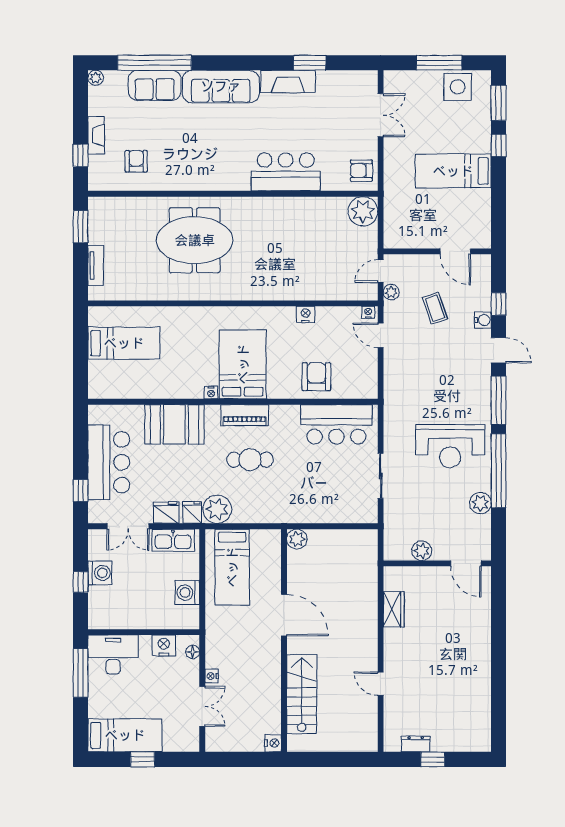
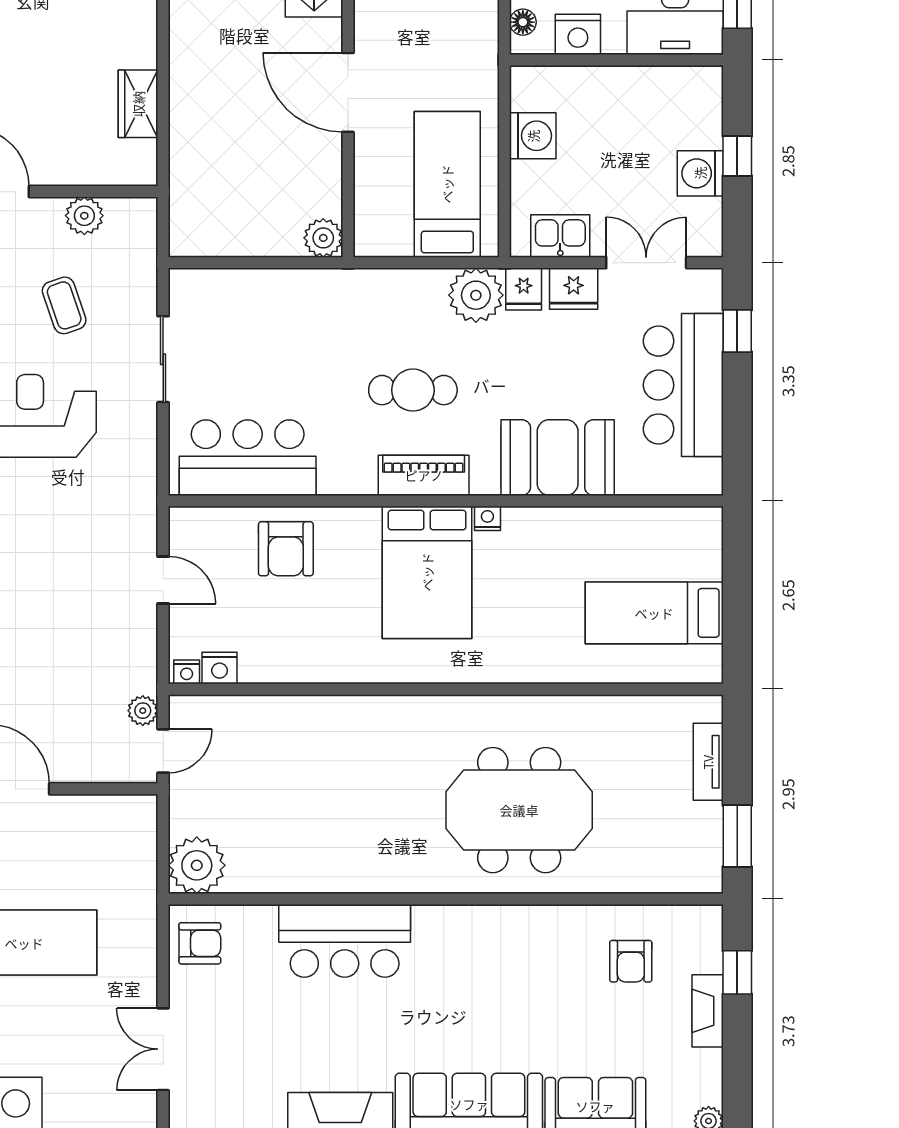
coffee table: (435, 308) -> (64, 305), moved
nightstand: (306, 314) -> (220, 668), moved
door: (381, 335) -> (163, 580), moved
kitchen sink: (173, 540) -> (560, 236), width x0.73

